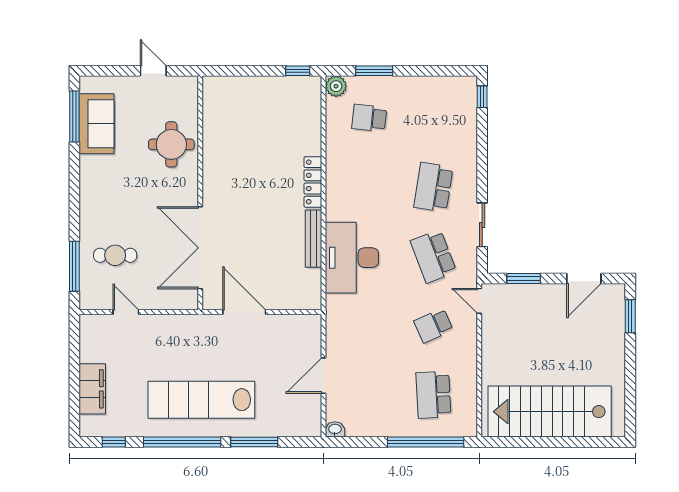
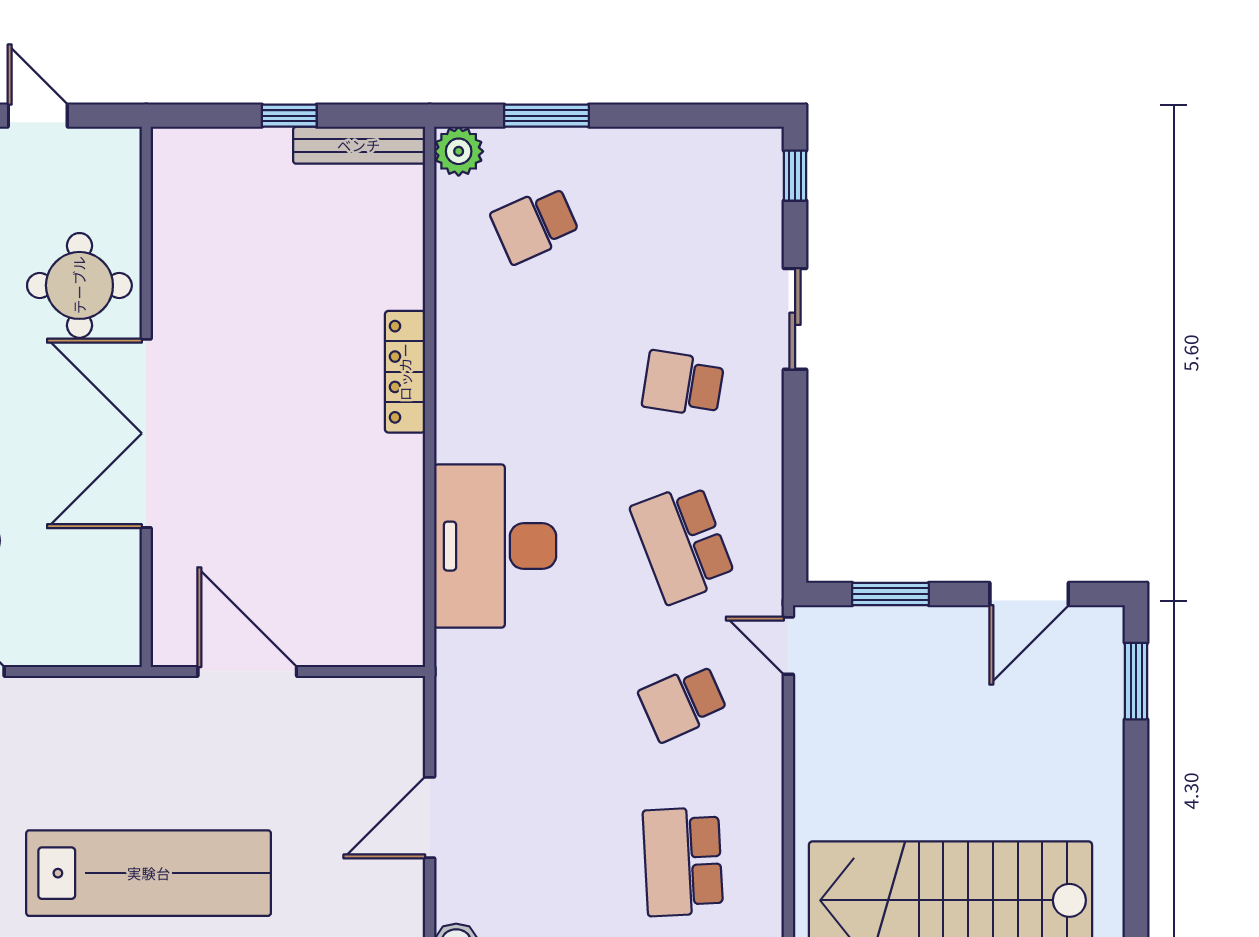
window: (298, 71) -> (289, 116), moved
school desk: (369, 118) -> (535, 224), turned -30
school desk: (433, 187) -> (683, 384), width x0.54
sliding door: (482, 225) -> (795, 319), moved
bench: (313, 239) -> (359, 145), moved, turned 90
double door: (200, 248) -> (146, 433), moved
lab bench: (201, 400) -> (149, 873), turned 180

